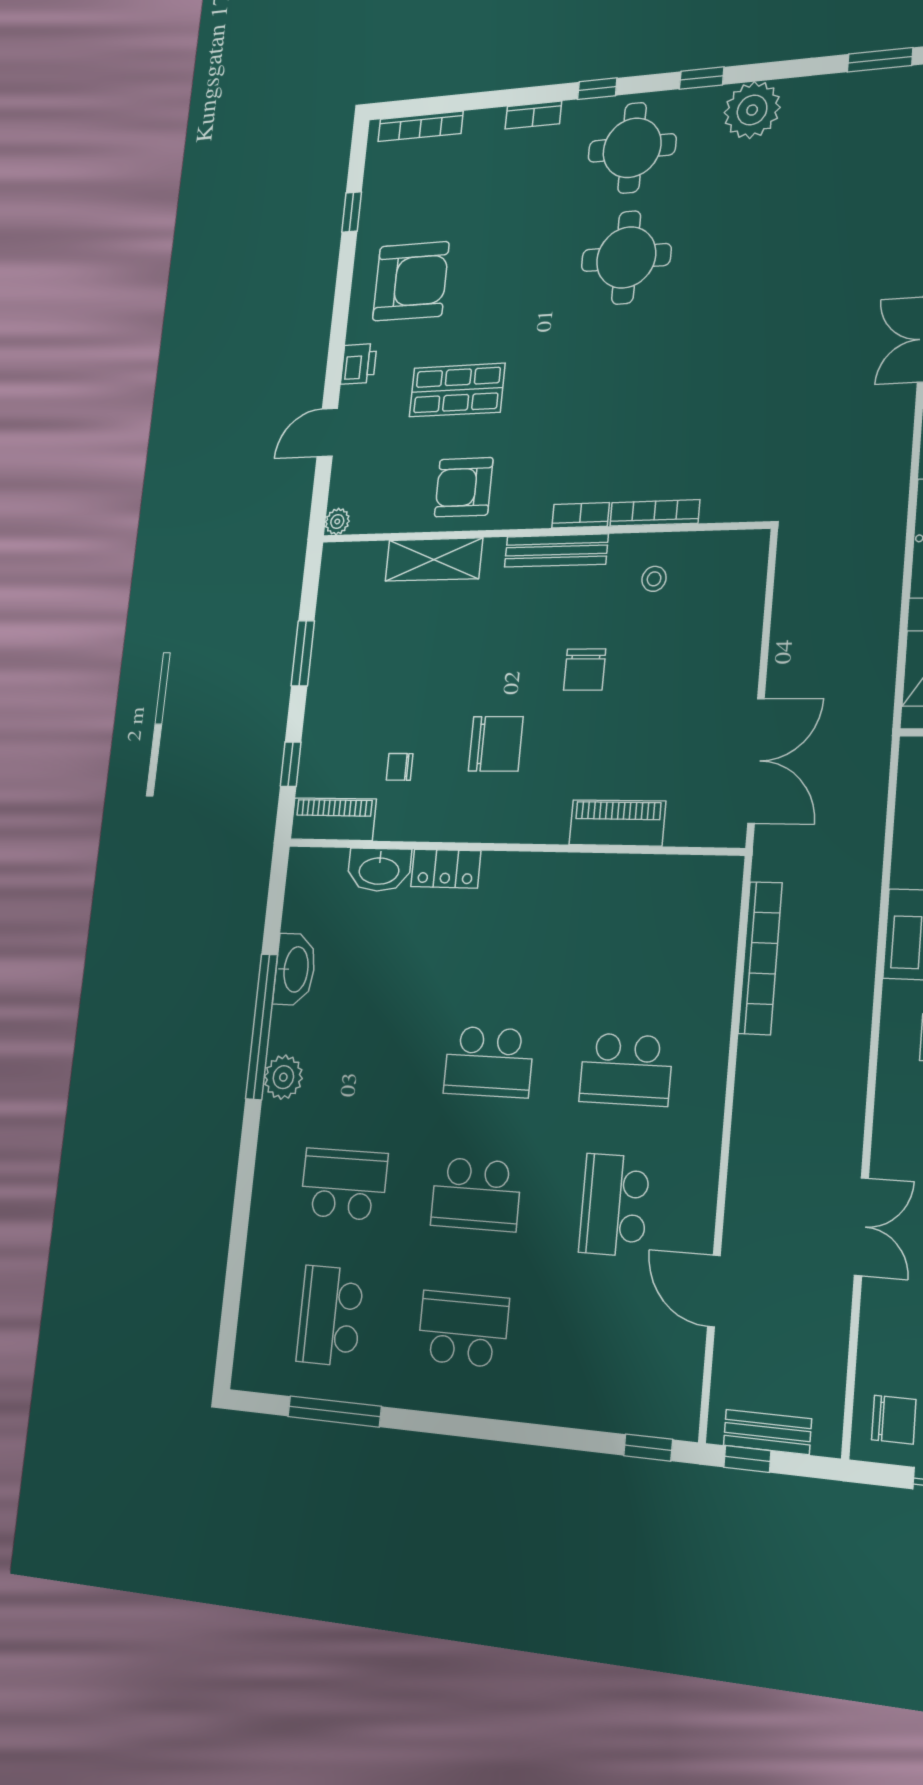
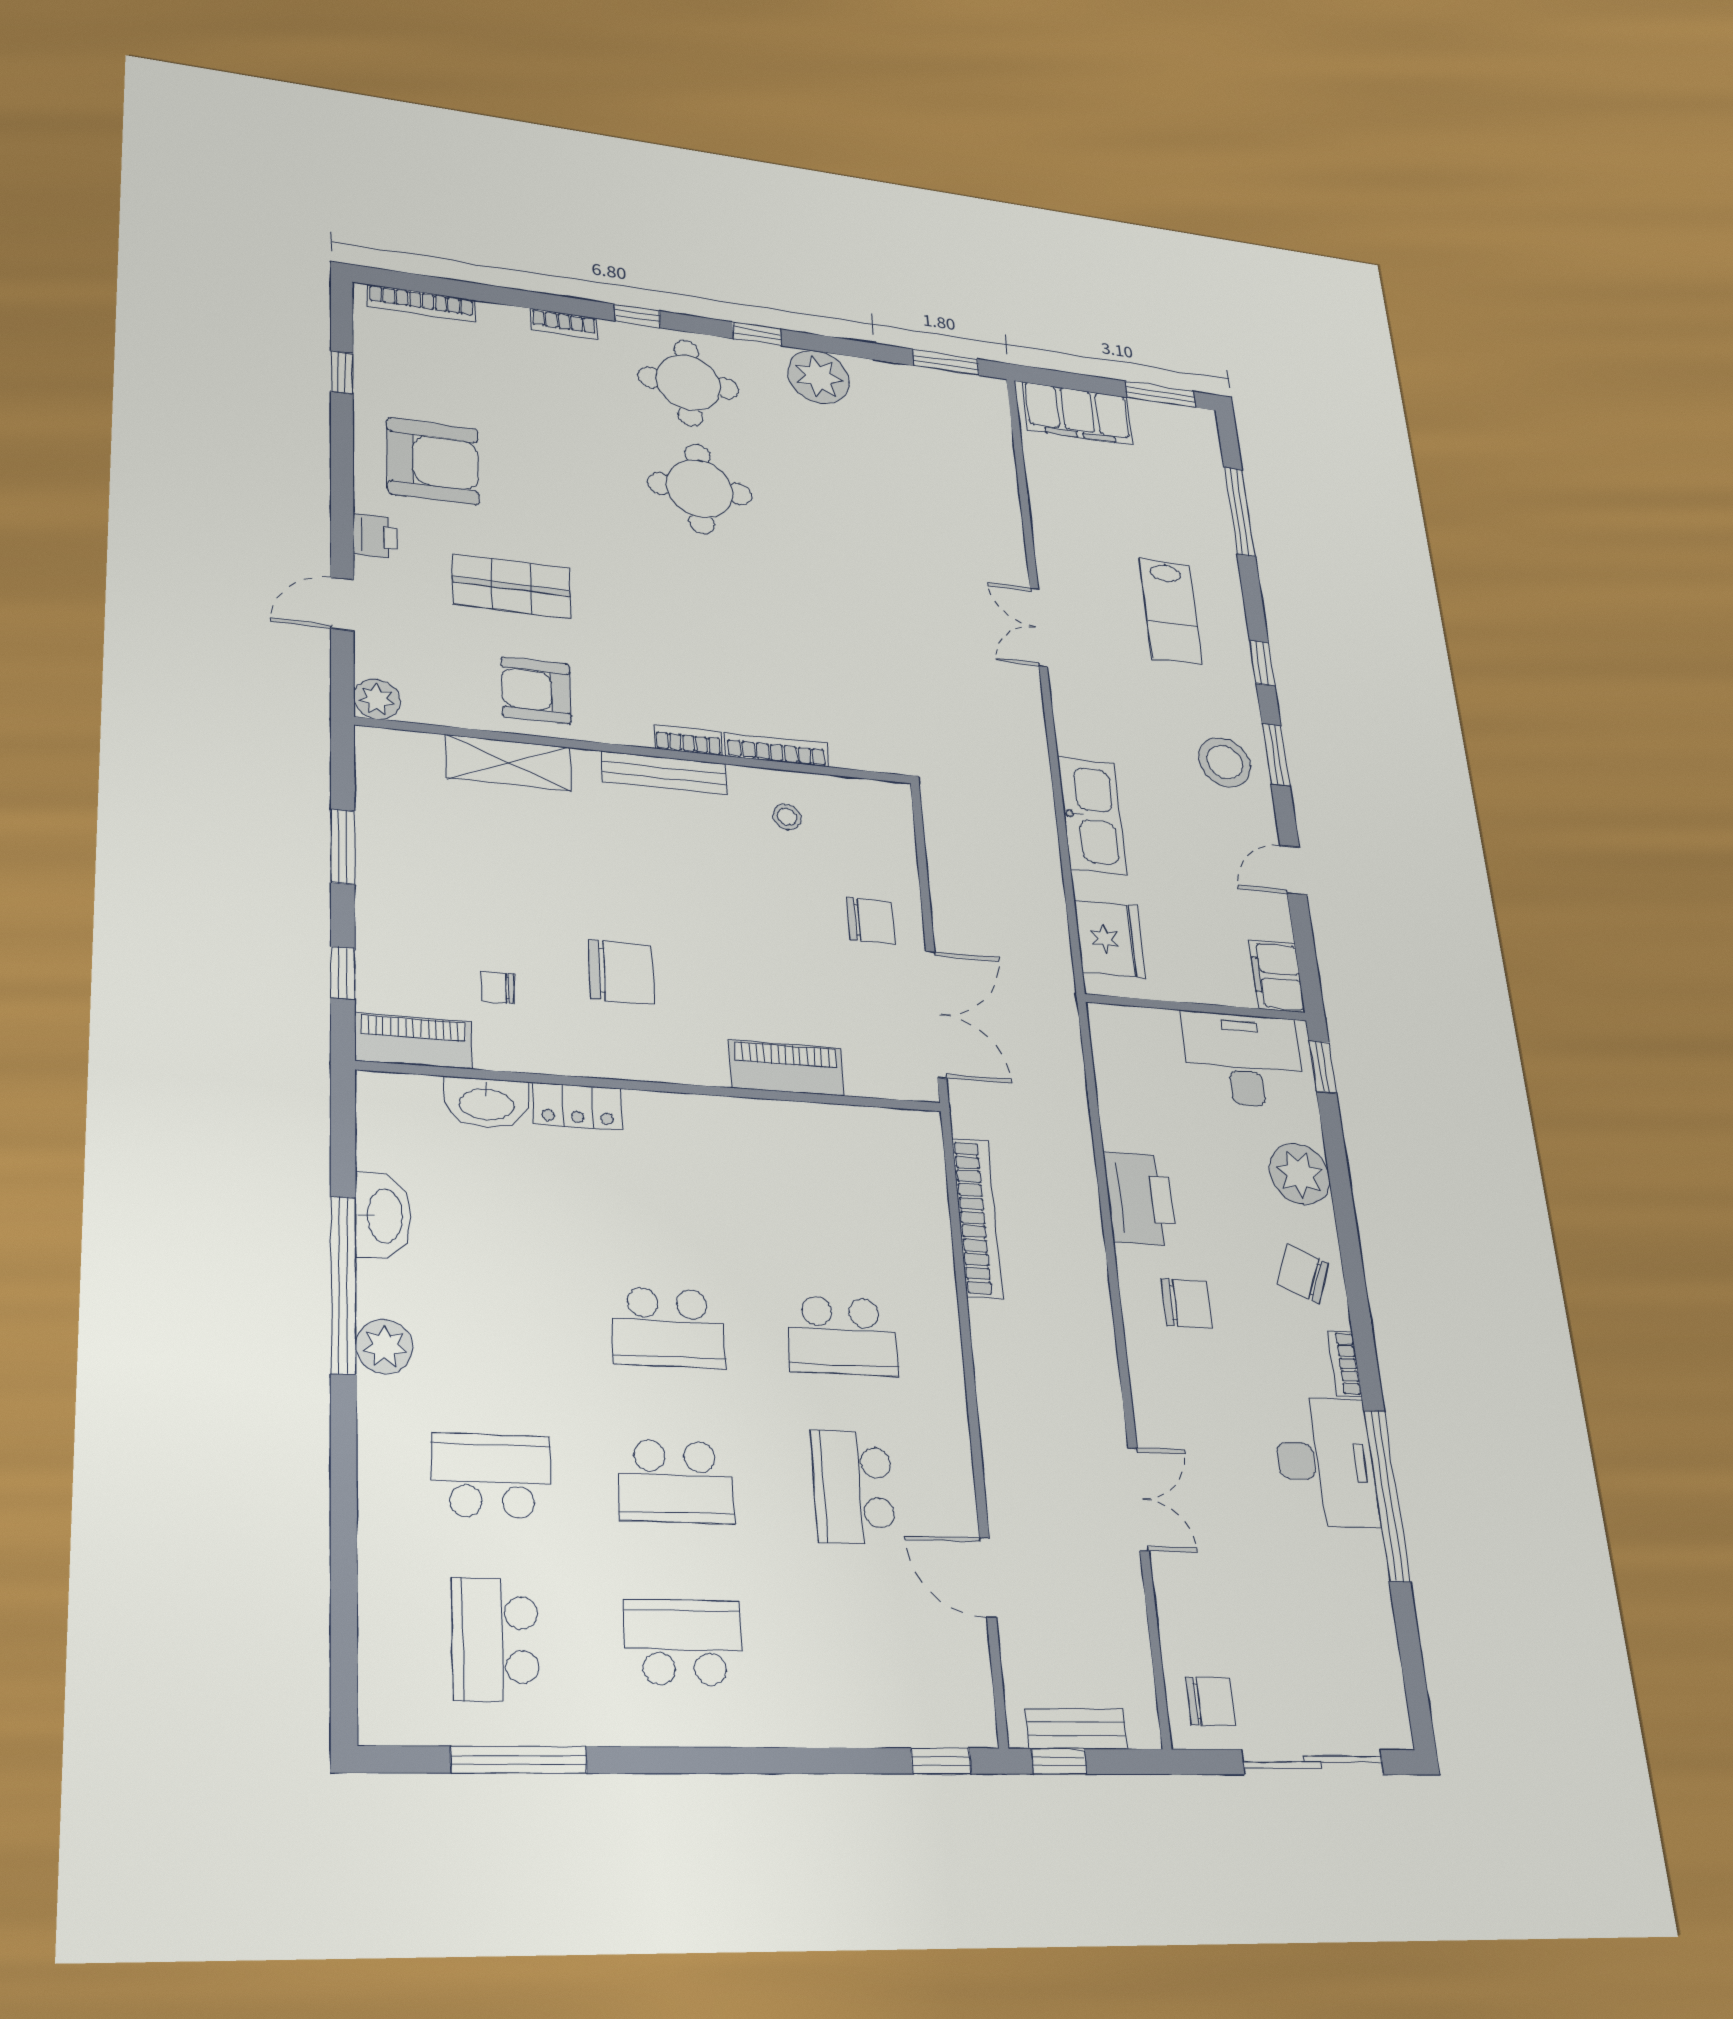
plant: (337, 521) -> (377, 699), width x1.38, depth x1.38
chair: (585, 670) -> (871, 921), moved, turned -90

